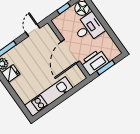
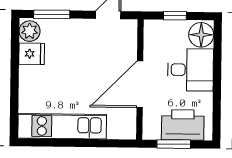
printer: (95, 62) -> (183, 125), moved

